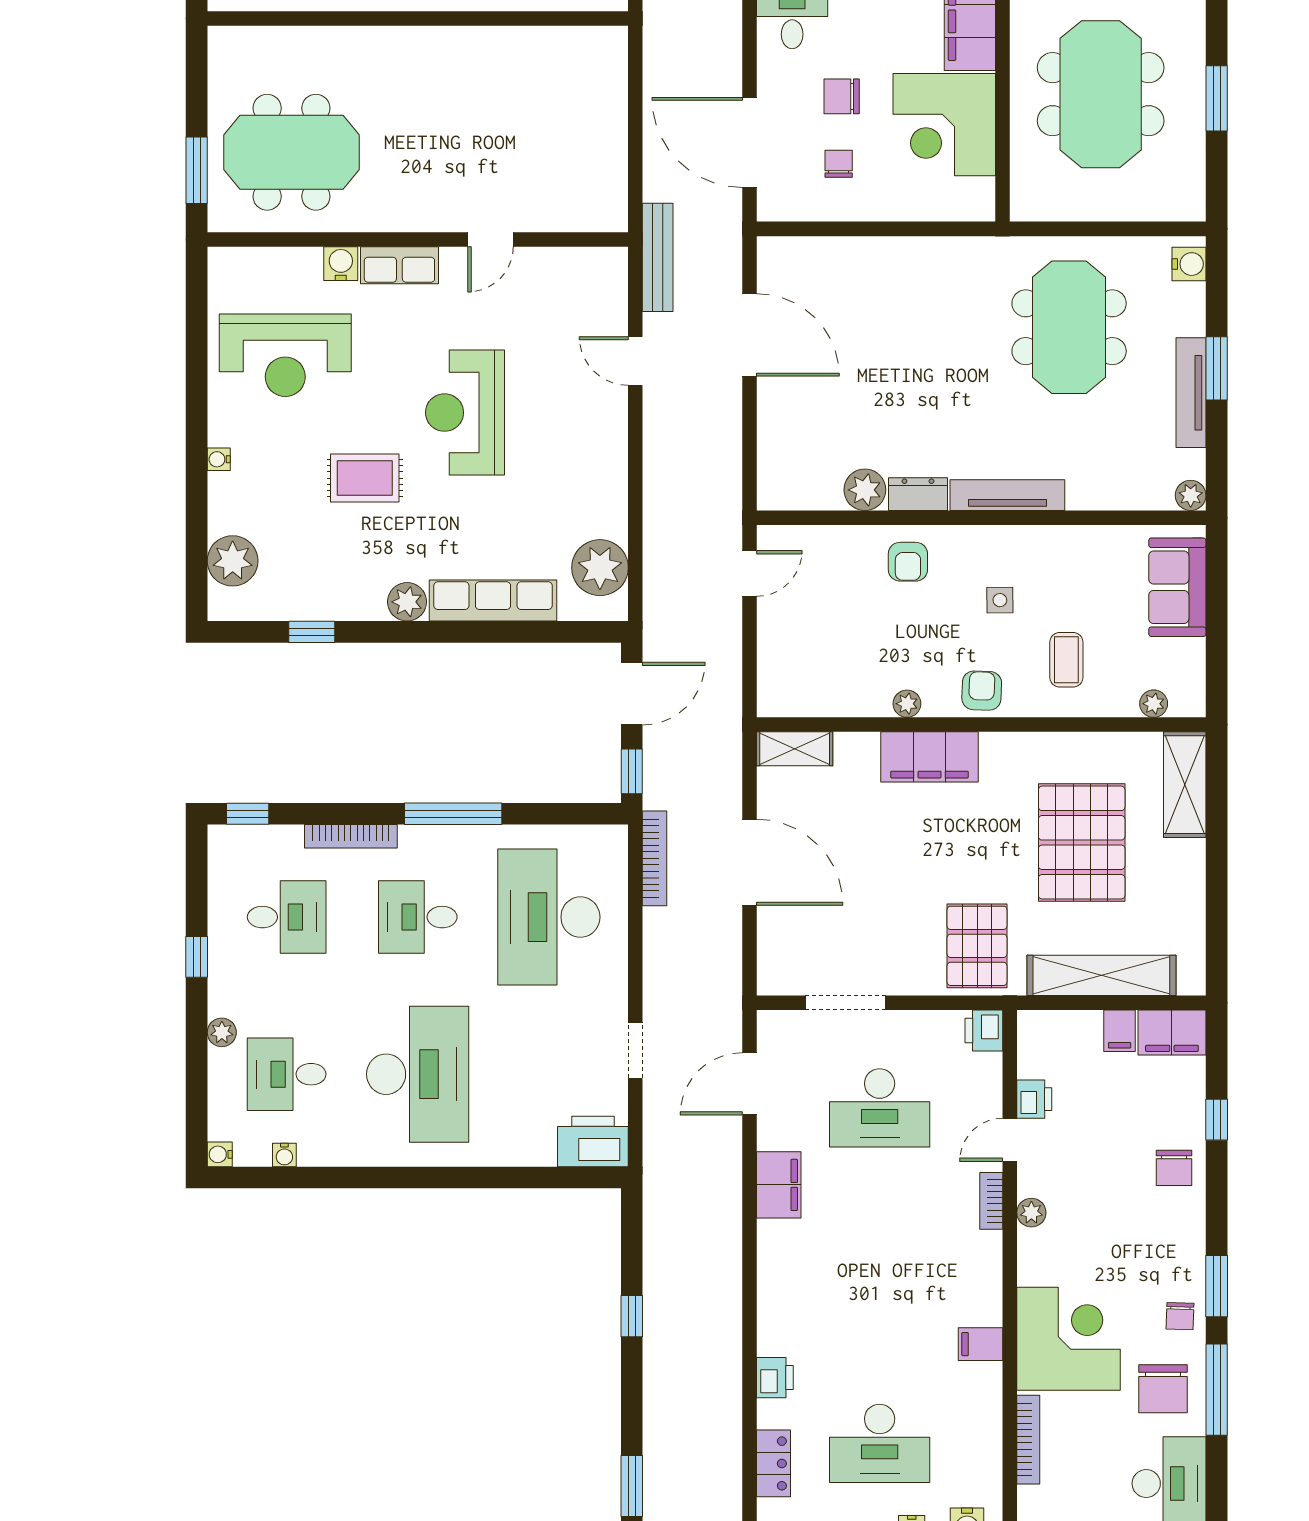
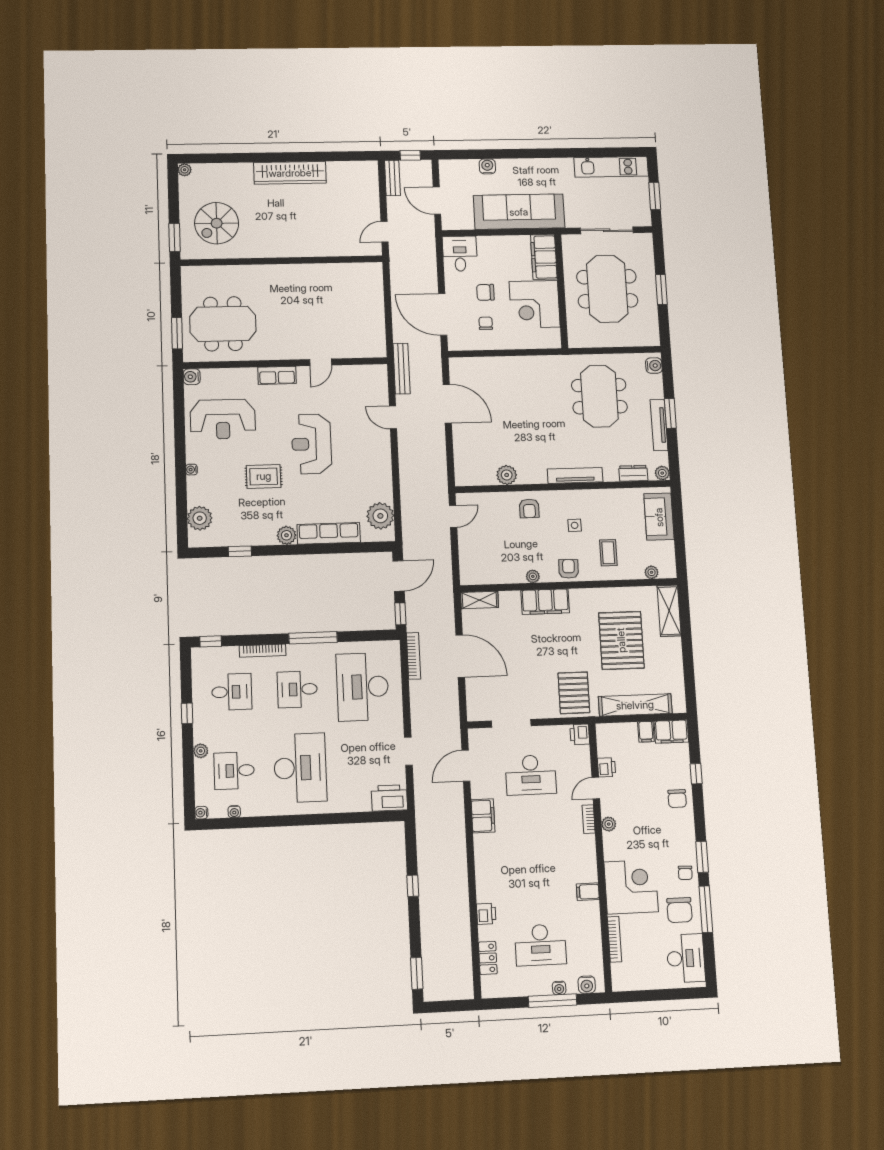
water cooler: (341, 264) -> (192, 377), moved, turned -90
dresser: (918, 494) -> (633, 473), moved

